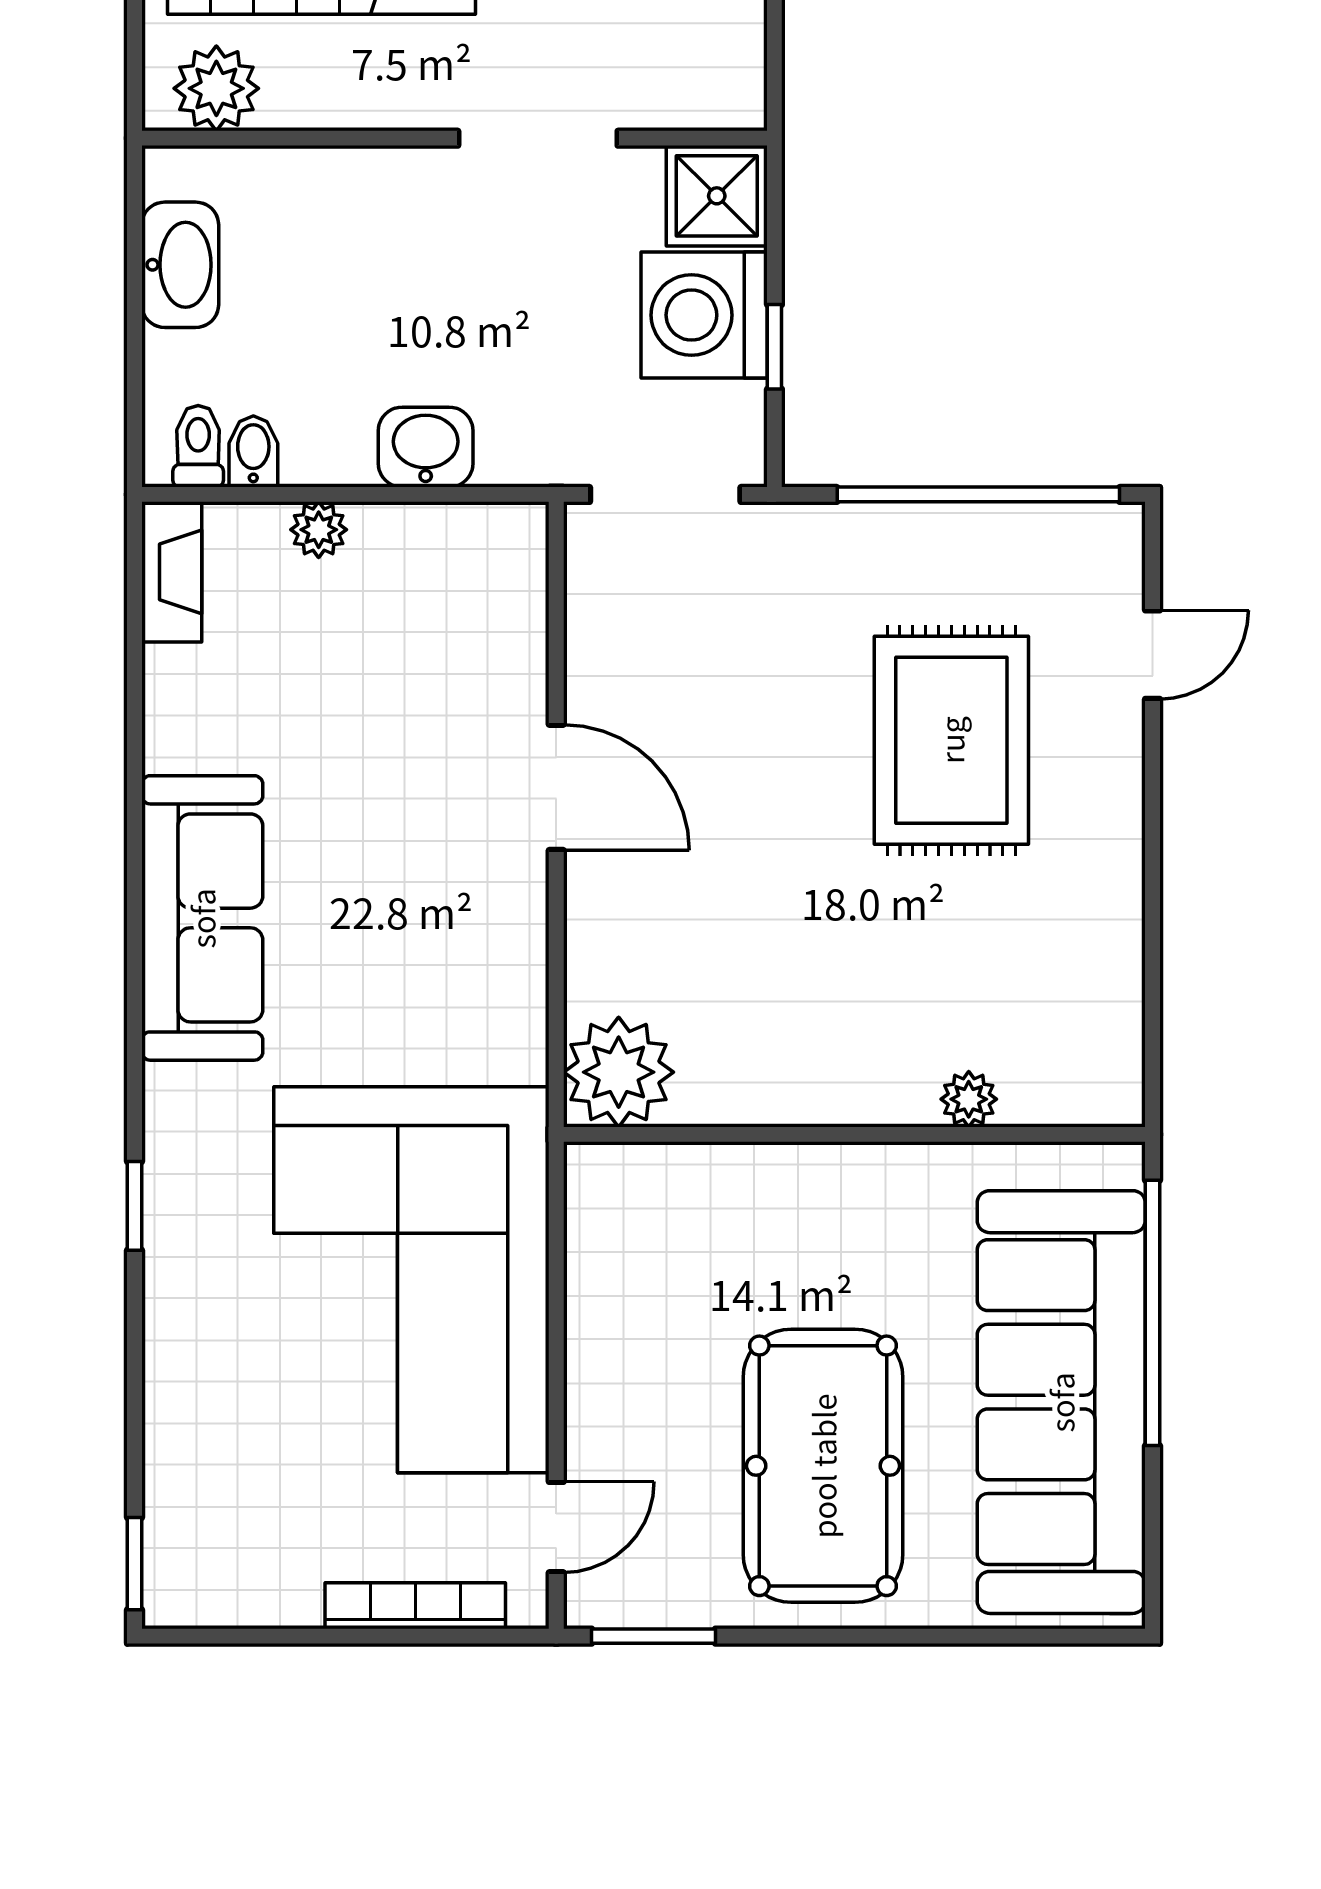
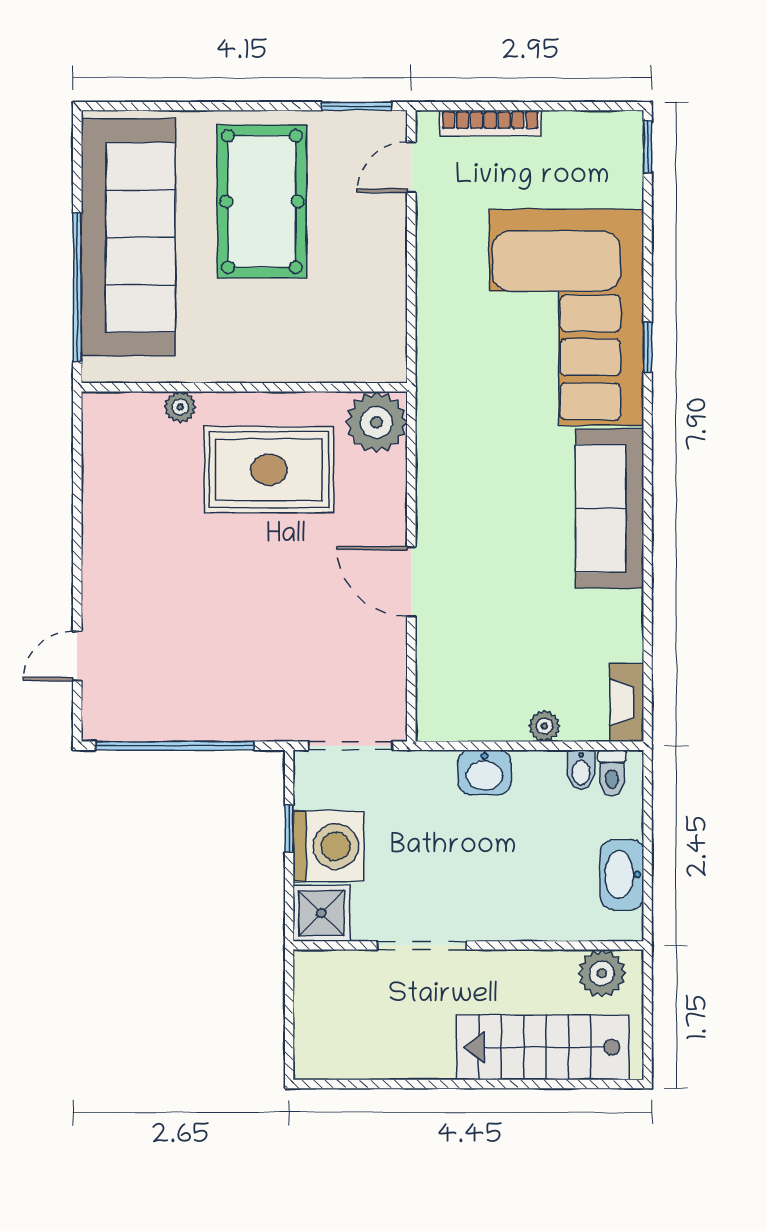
rug: (951, 740) -> (269, 470), moved, turned 90
corner sofa: (411, 1280) -> (566, 317), moved, turned 180

